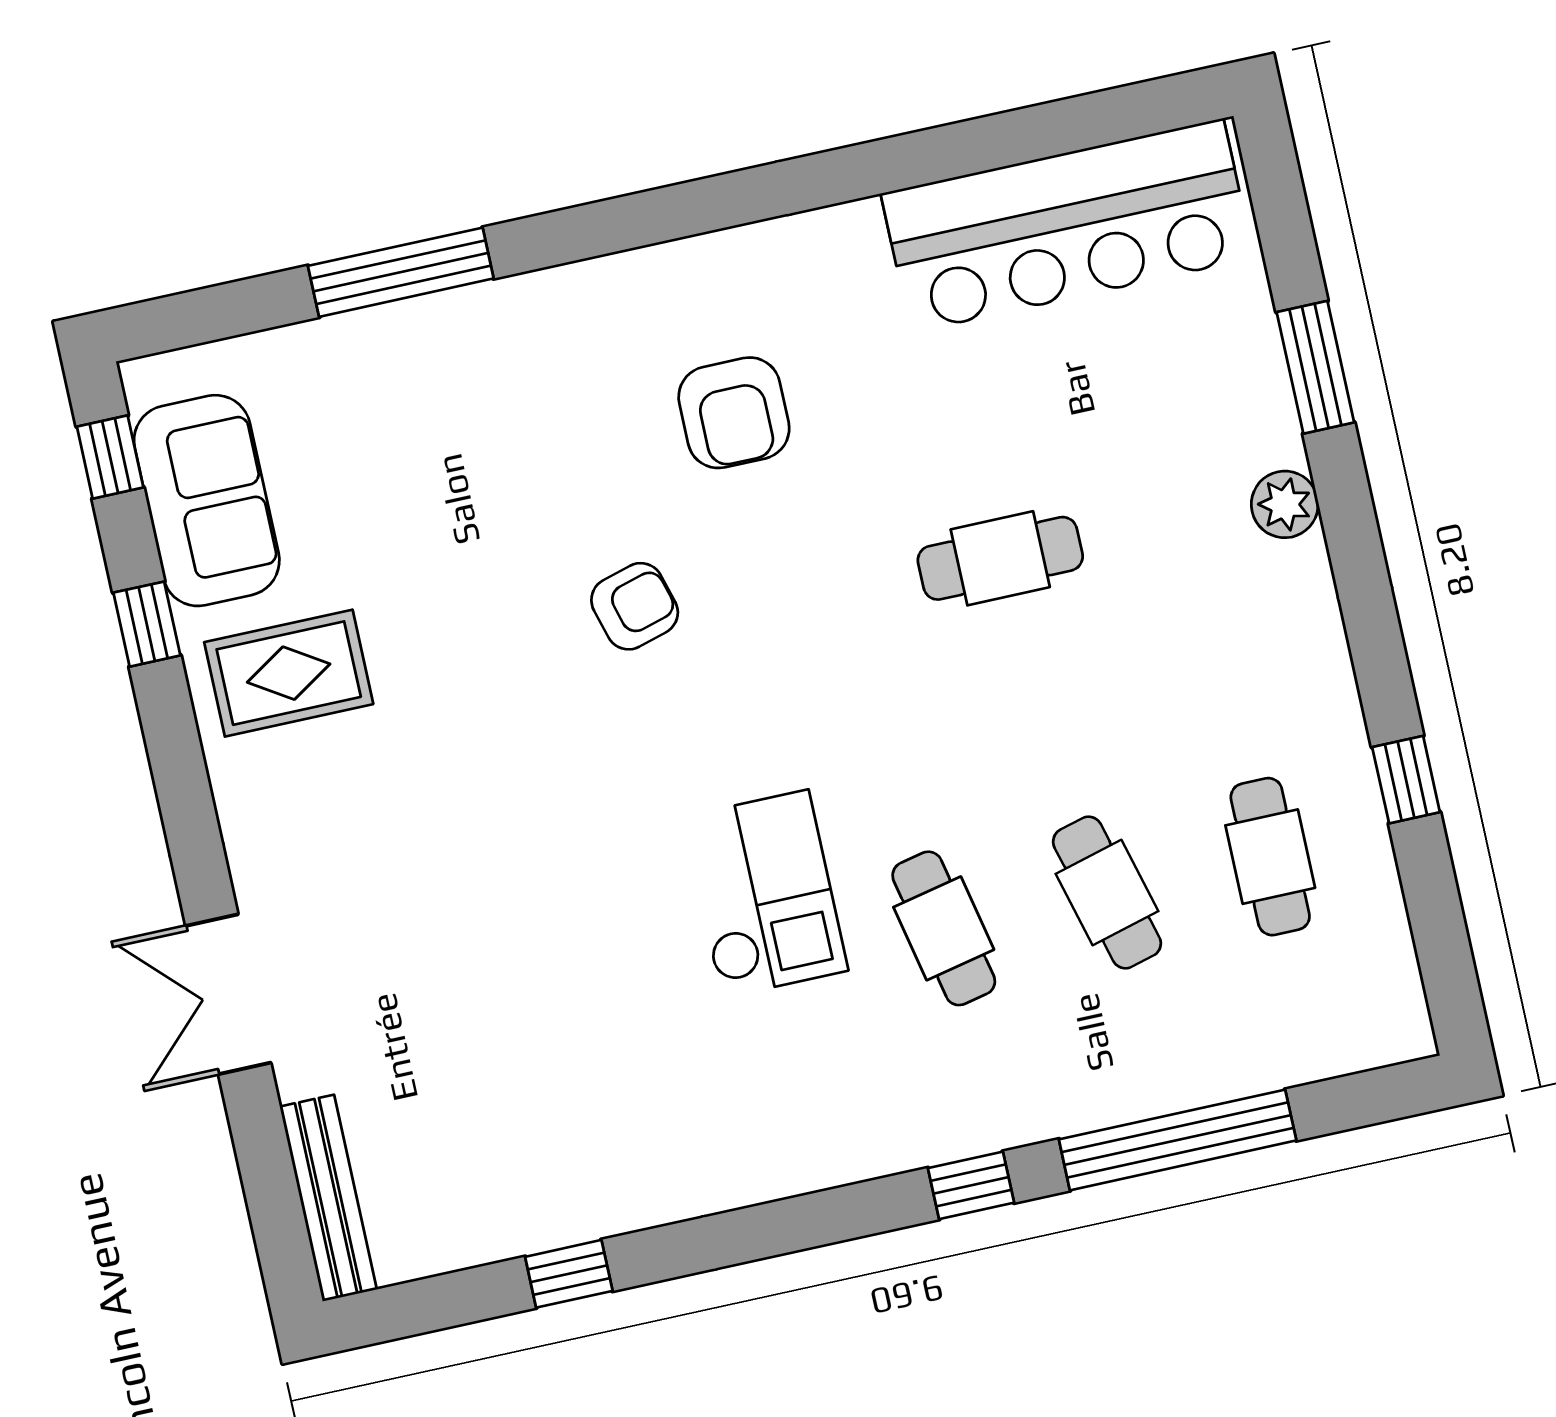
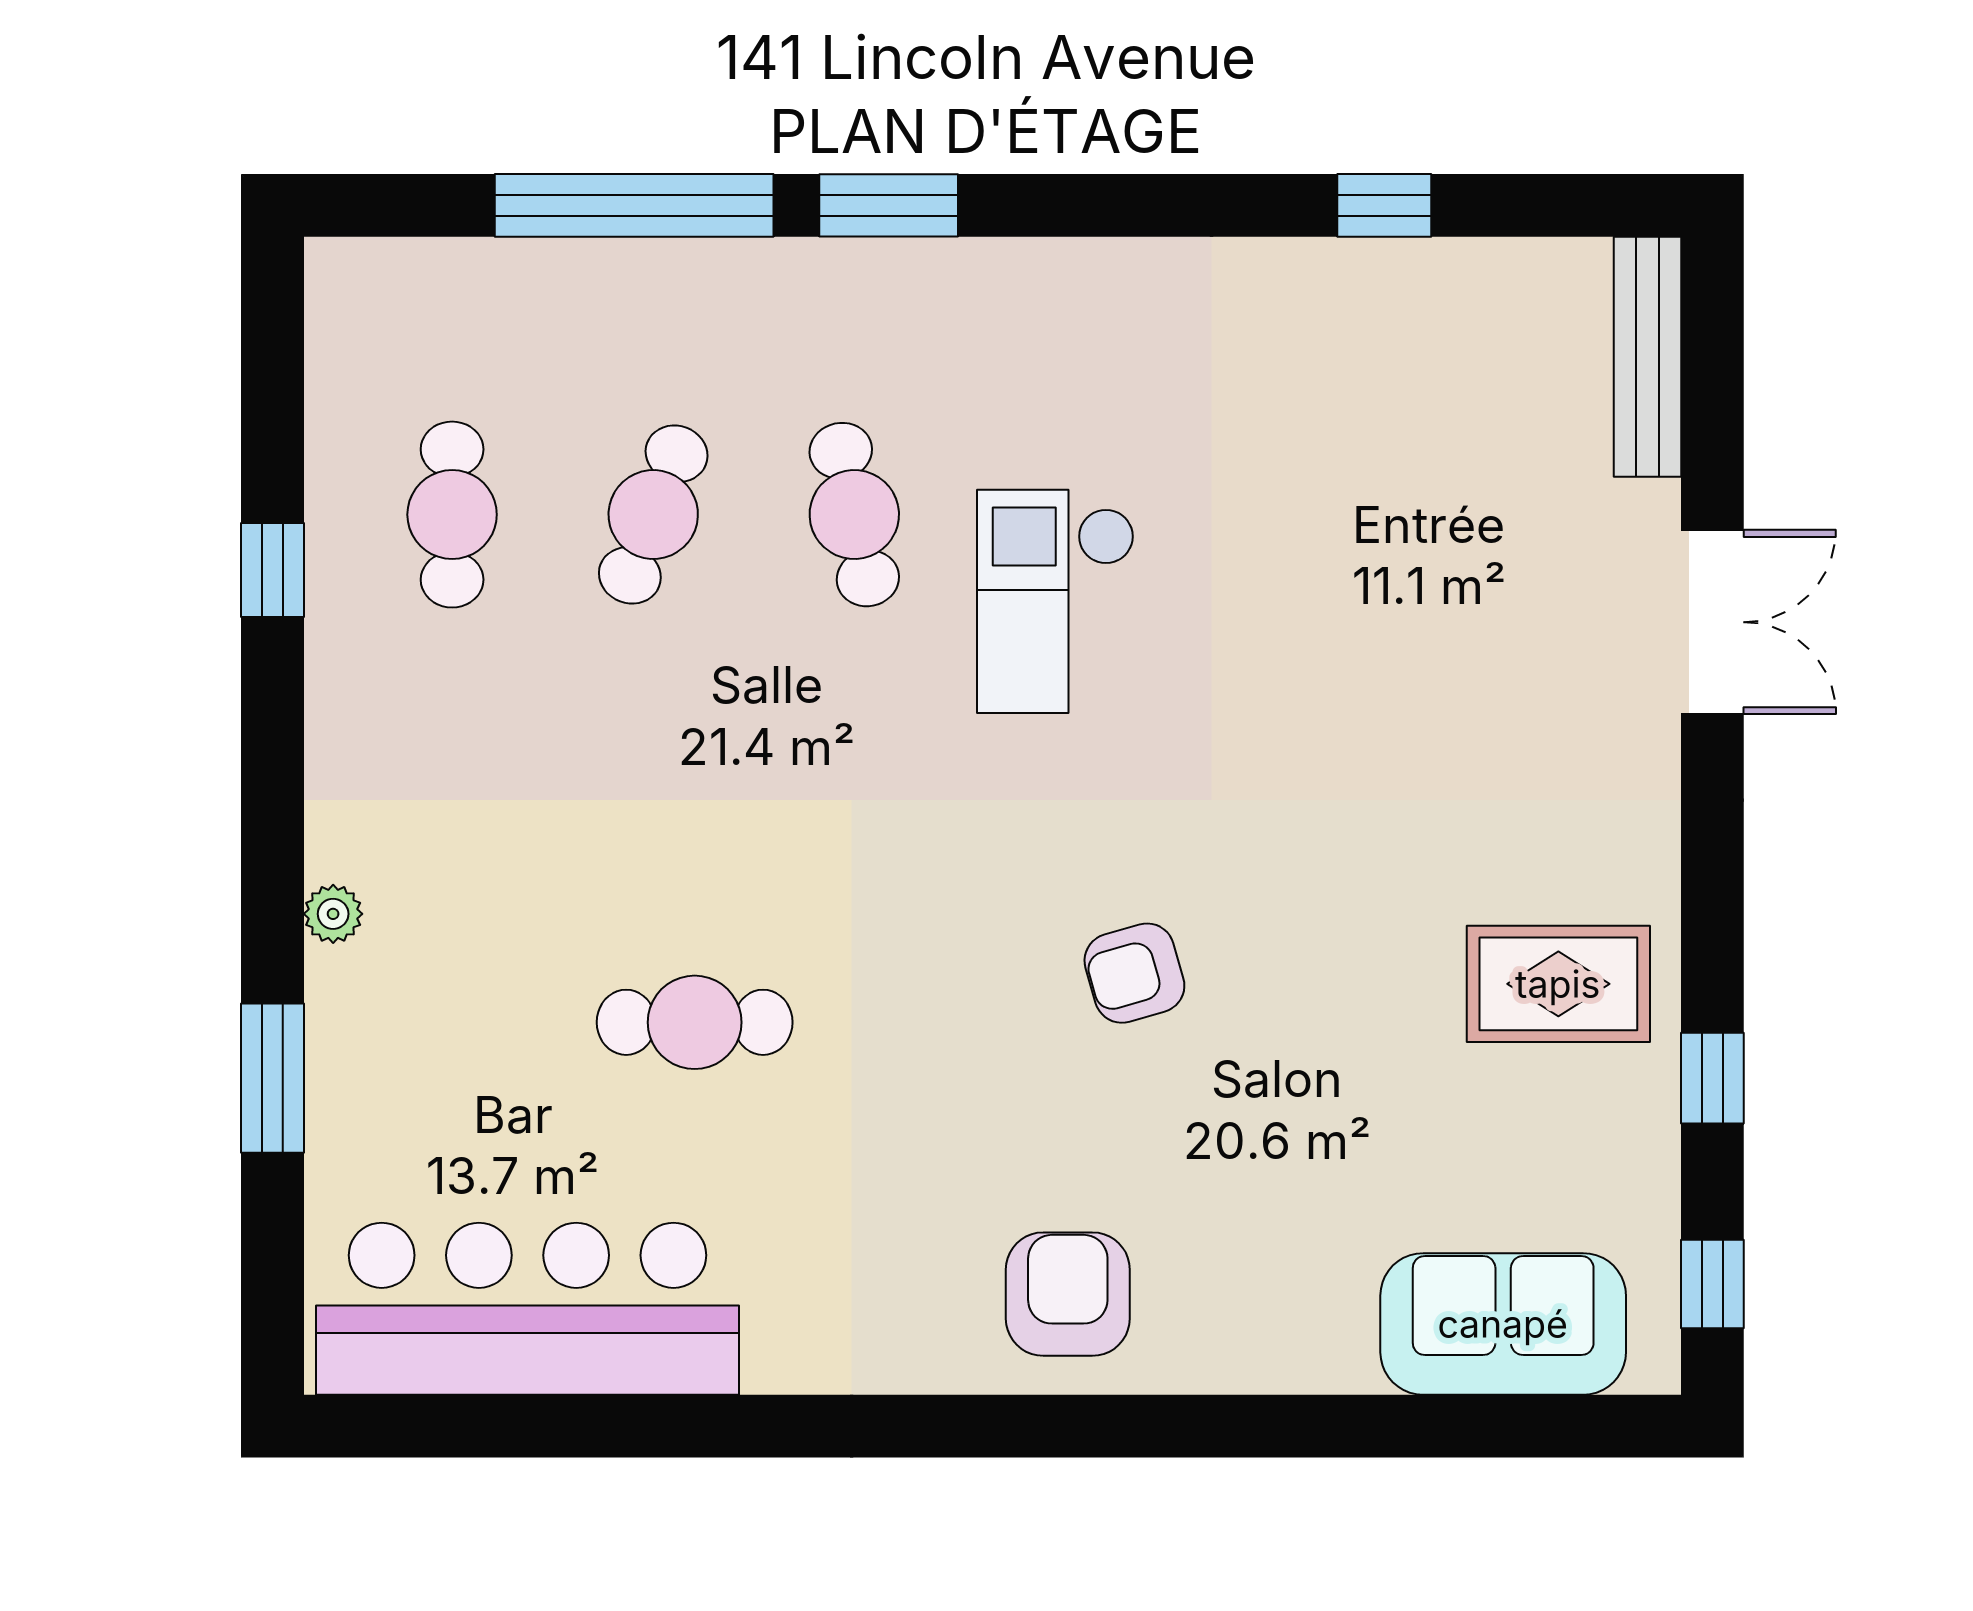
window: (401, 272) -> (1323, 1426), removed
armchair: (734, 413) -> (1068, 1294), moved
sofa: (207, 501) -> (1503, 1324), moved, turned 90
plant: (1285, 504) -> (333, 914), width x0.73, depth x0.73
cafe table: (1000, 558) -> (695, 1022), moved
cafe table: (1107, 893) -> (653, 515), turned 36
window: (971, 1185) -> (889, 205), width x1.50

